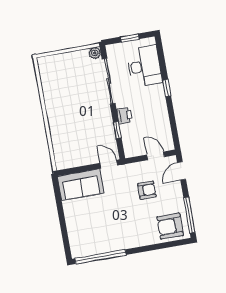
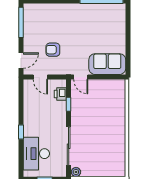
printer: (125, 115) -> (60, 94), moved
armchair: (170, 226) -> (39, 16), removed

